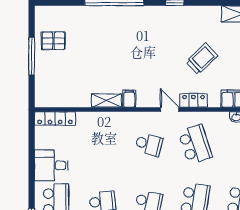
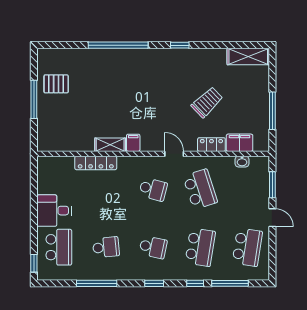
locker: (194, 100) -> (211, 145), moved
locker: (55, 118) -> (96, 163), moved

